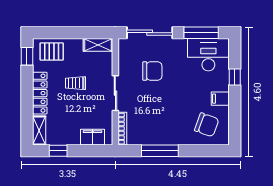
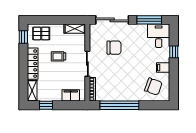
desk: (208, 55) -> (159, 36), width x0.73
window: (160, 151) -> (119, 105), width x1.46

